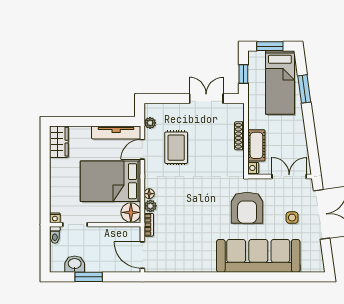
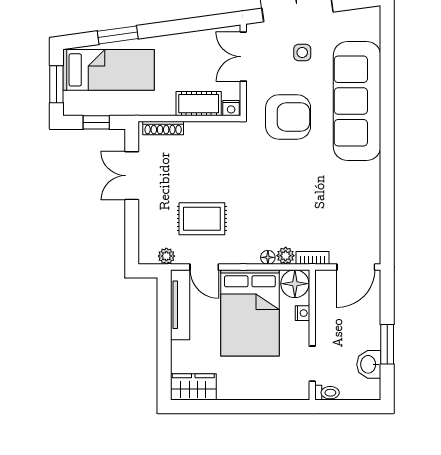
shoe rack: (239, 136) -> (163, 128), moved
nightstand: (55, 218) -> (302, 313), moved

